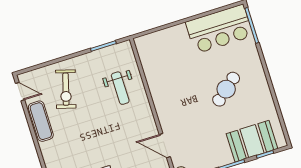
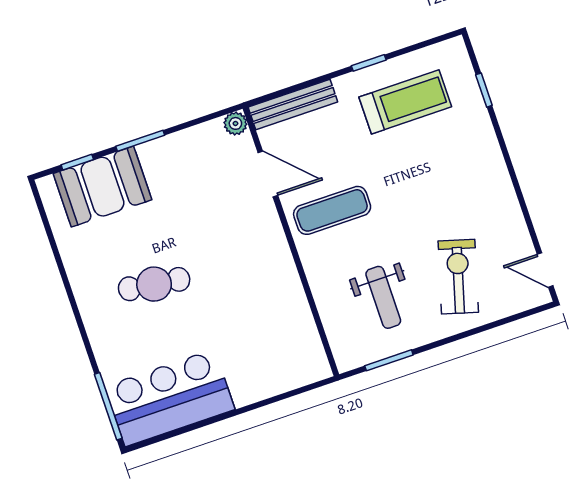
weight bench: (120, 88) -> (383, 297), moved, turned 180
cafe table: (226, 89) -> (154, 284), turned 48
exercise mat: (41, 121) -> (332, 210), moved, turned 90

